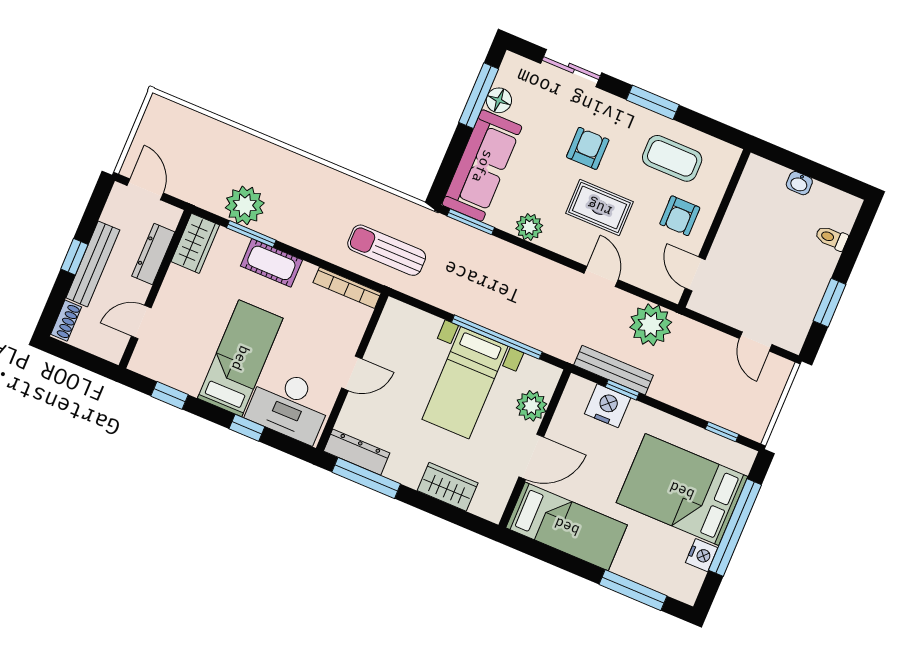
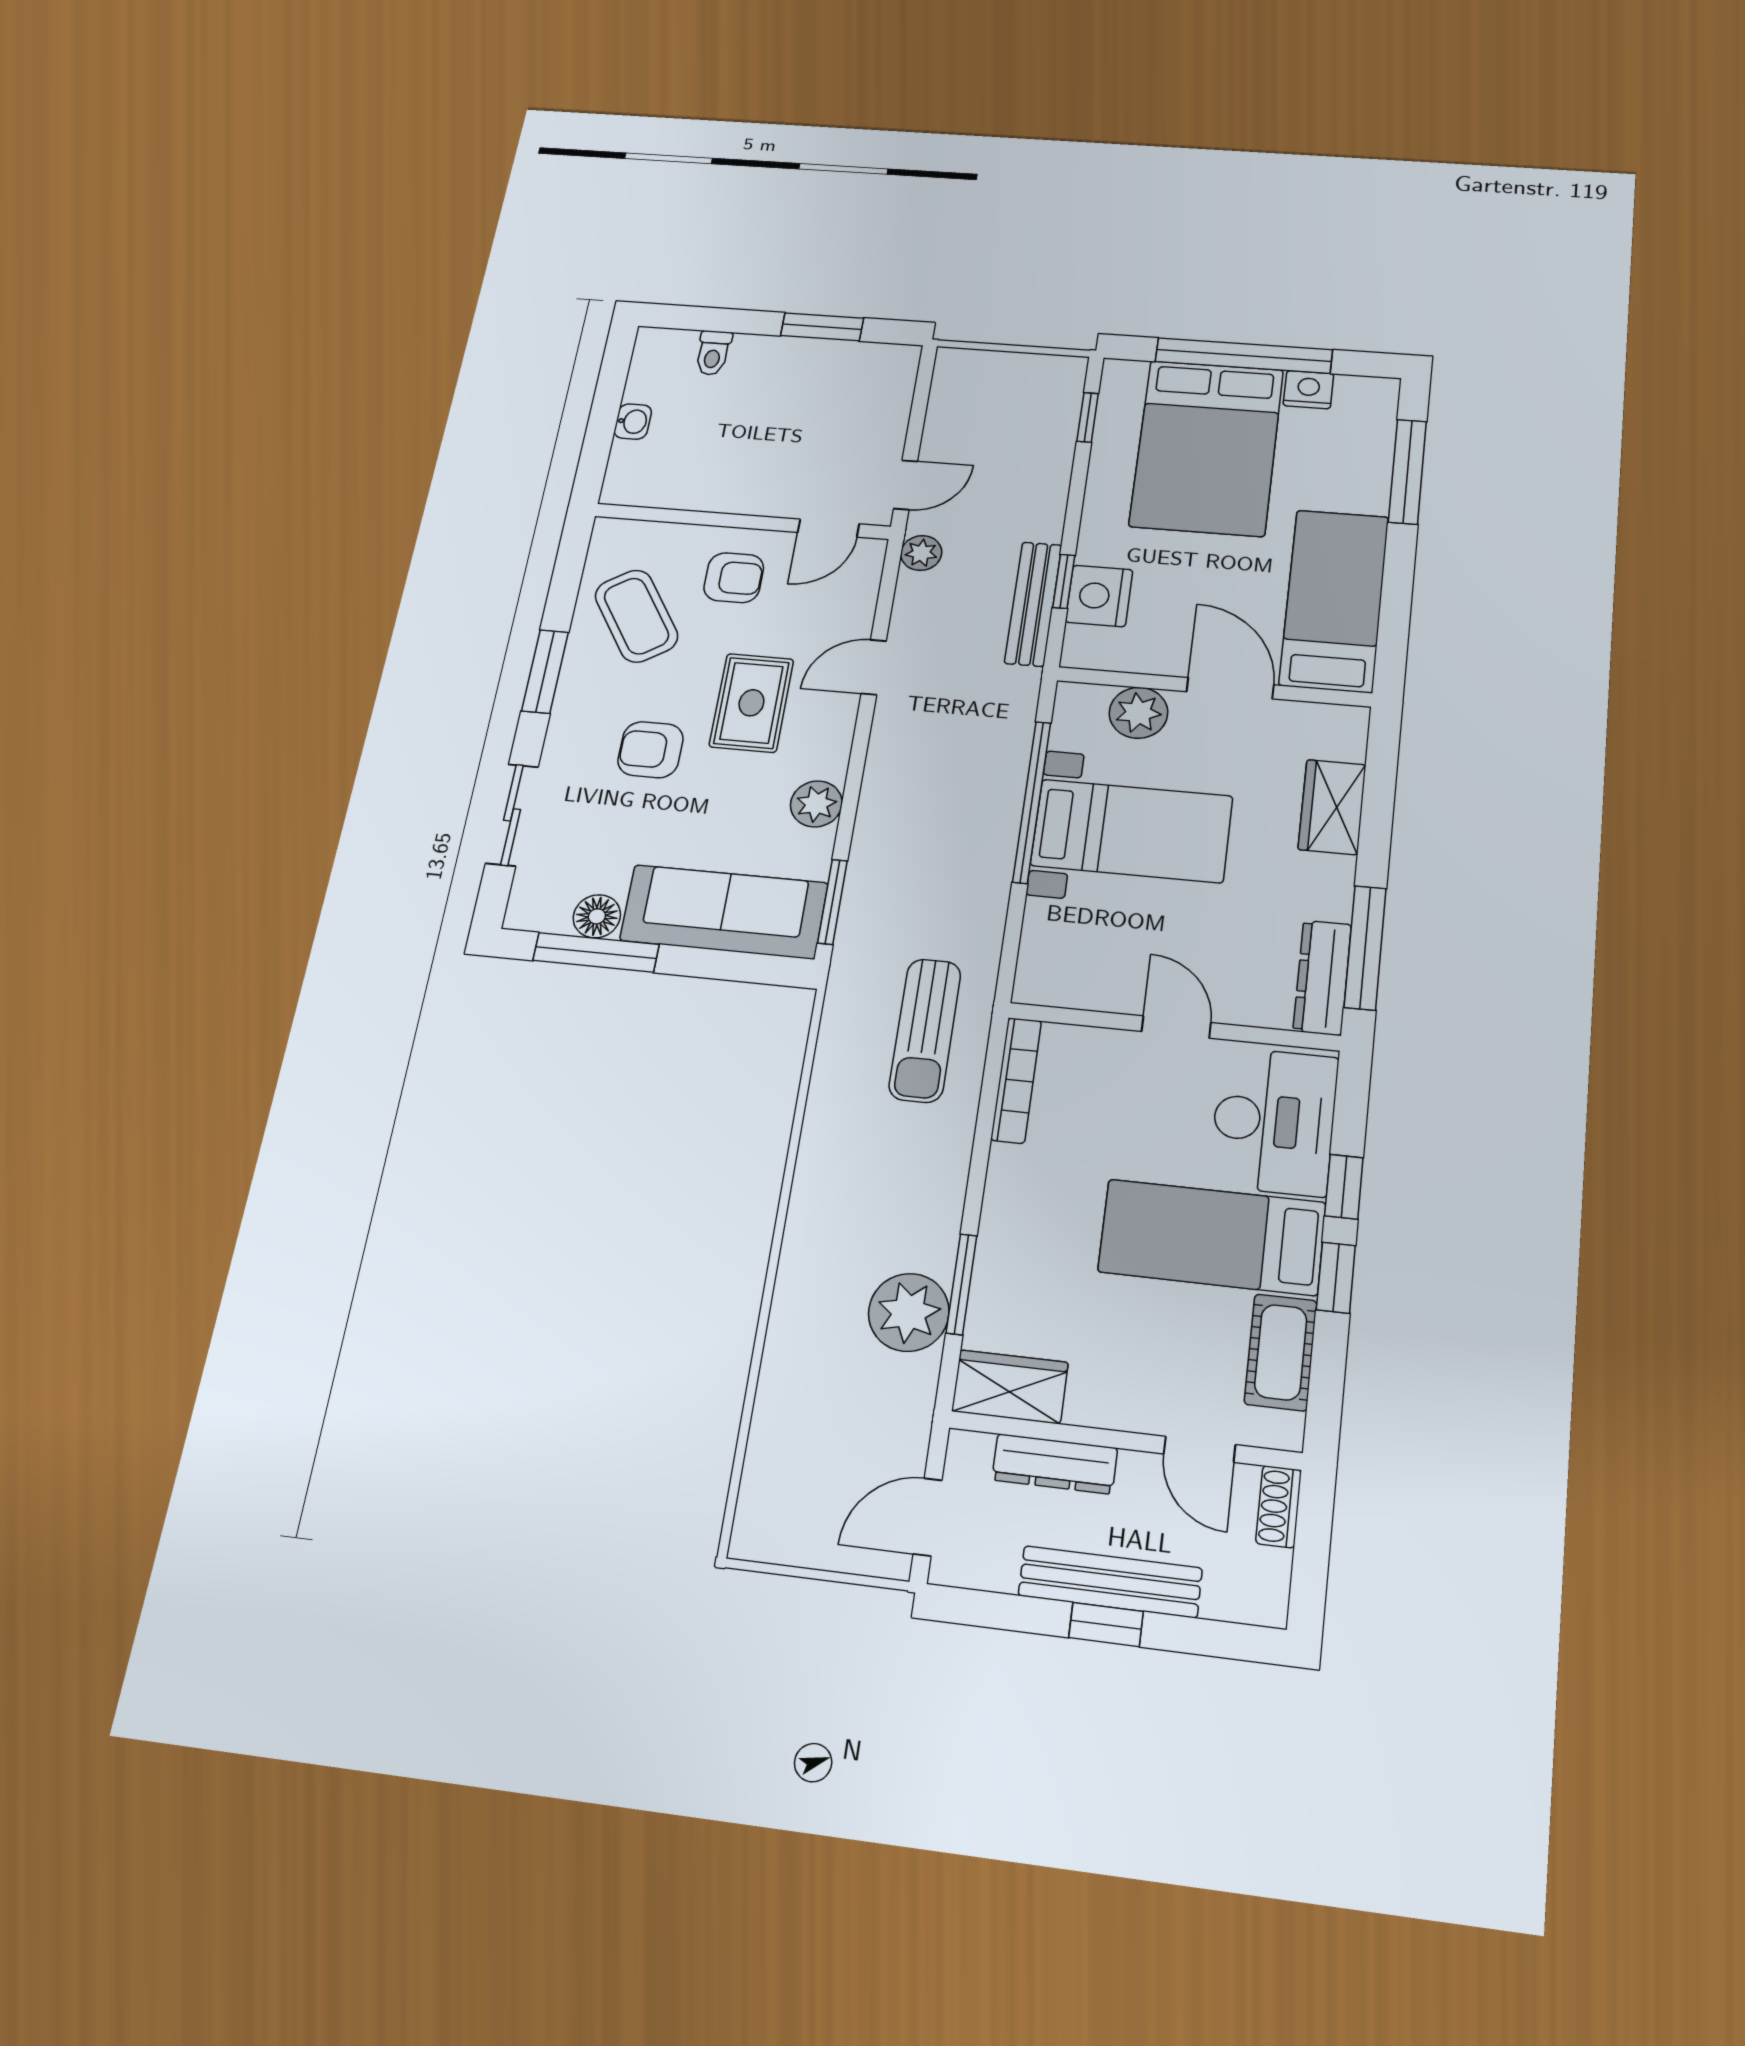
coffee table: (672, 158) -> (636, 616), turned -33
cot: (271, 263) -> (1281, 1352), moved
shoe rack: (66, 321) -> (1279, 1507), moved, turned -90
plant: (651, 325) -> (921, 553), width x0.53, depth x0.53
door: (756, 341) -> (906, 485), moved
window: (170, 395) -> (1336, 1278), moved

